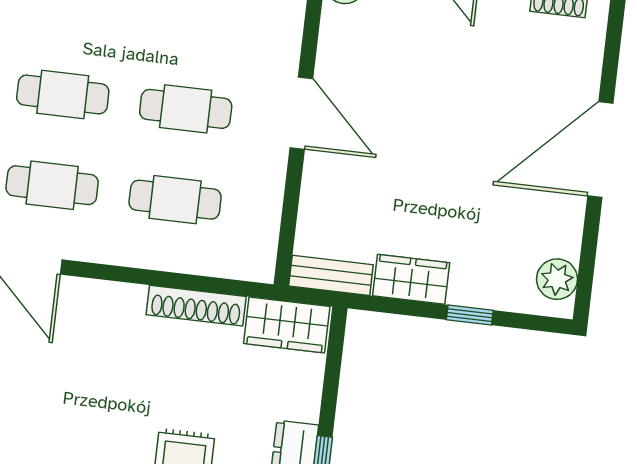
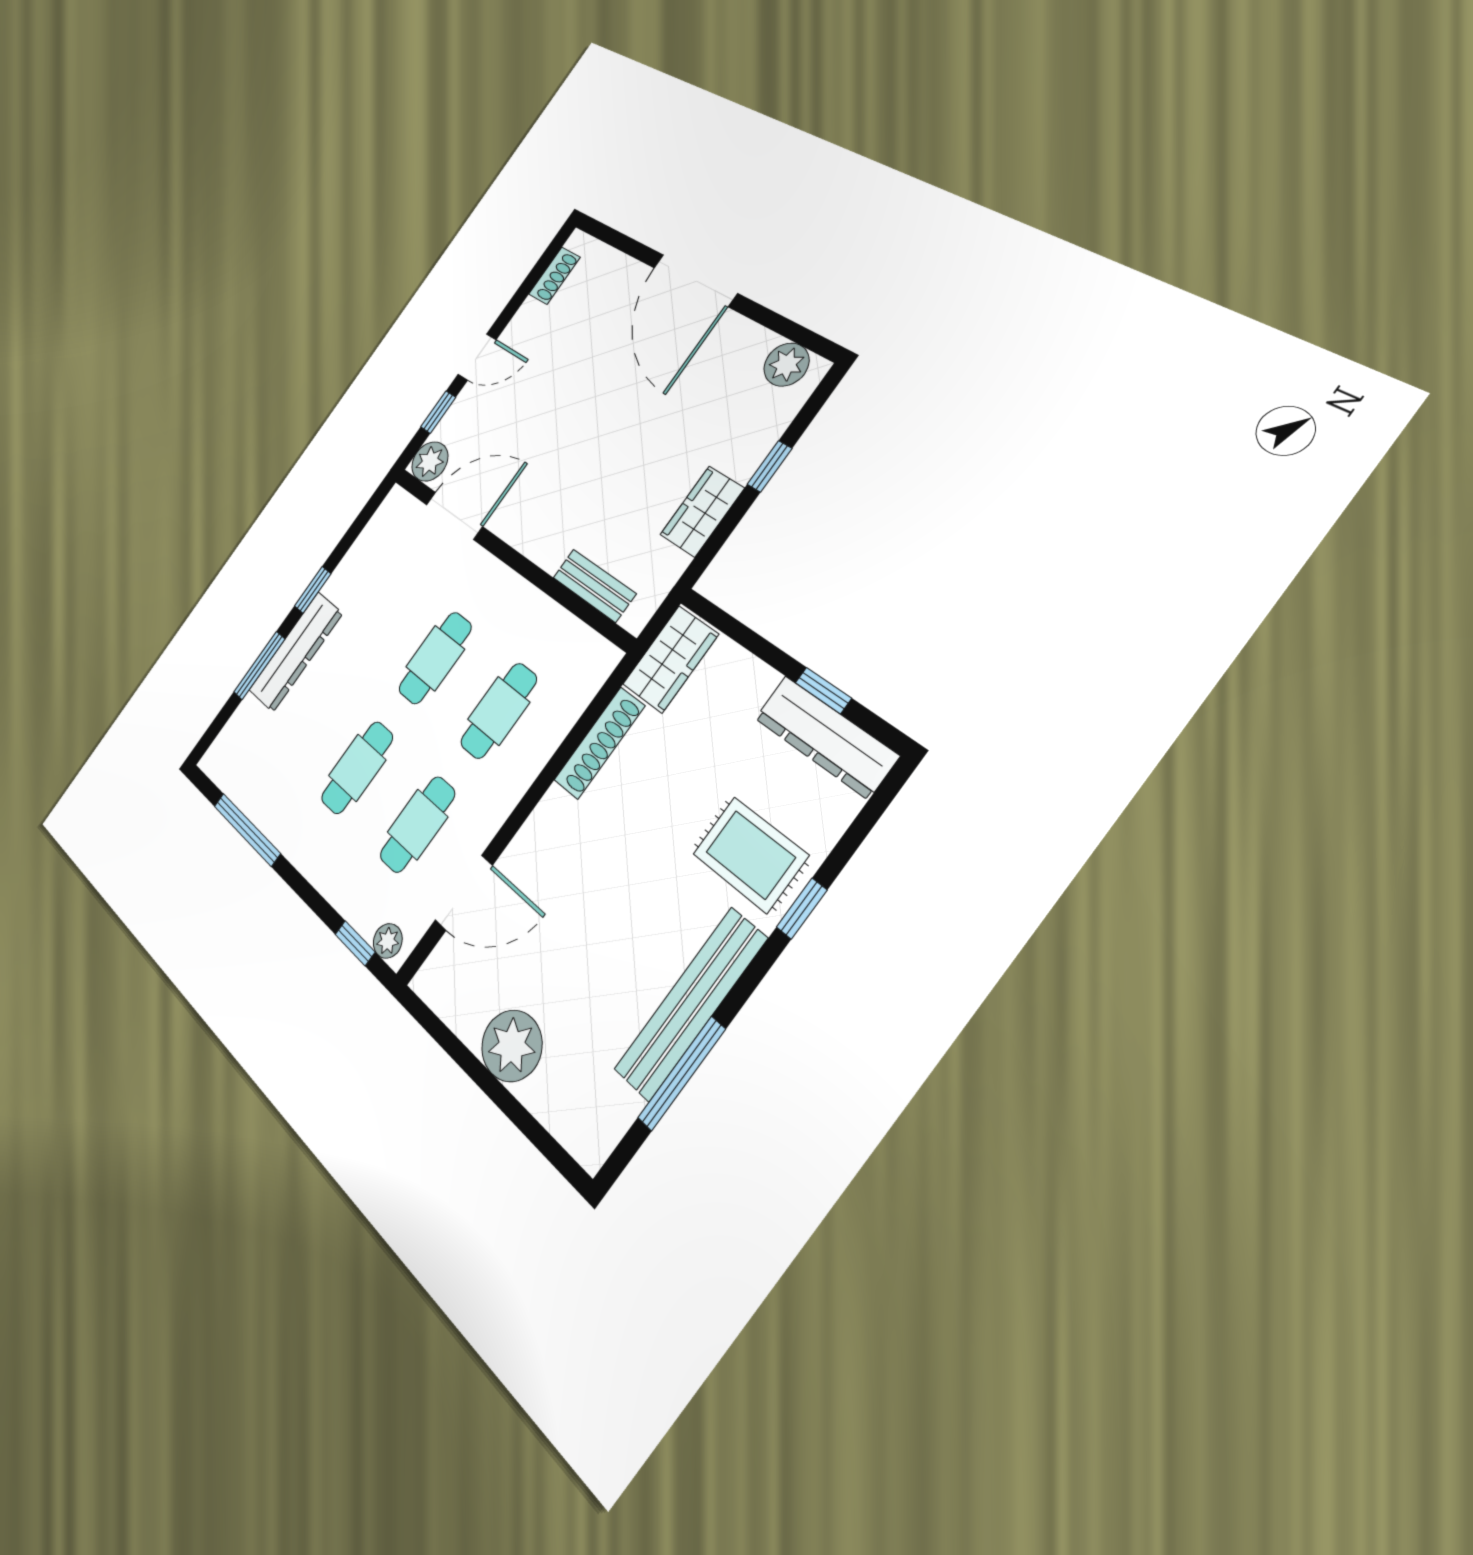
door: (301, 113) -> (454, 516), moved
bench: (331, 275) -> (594, 586), moved, turned 90

